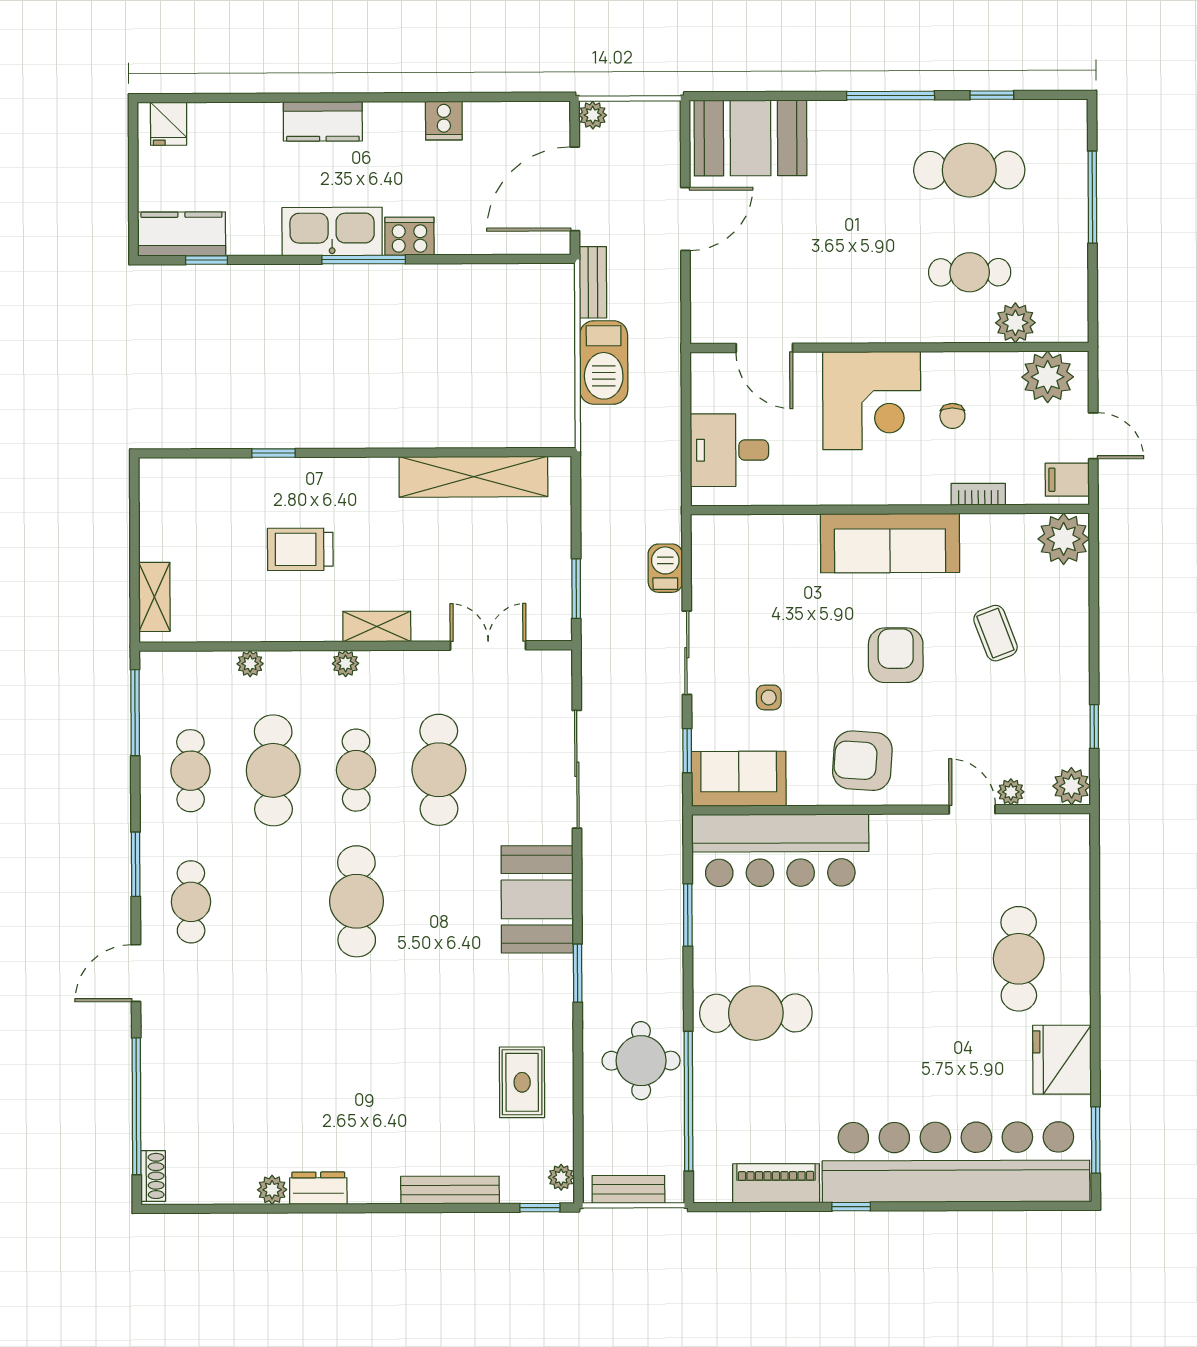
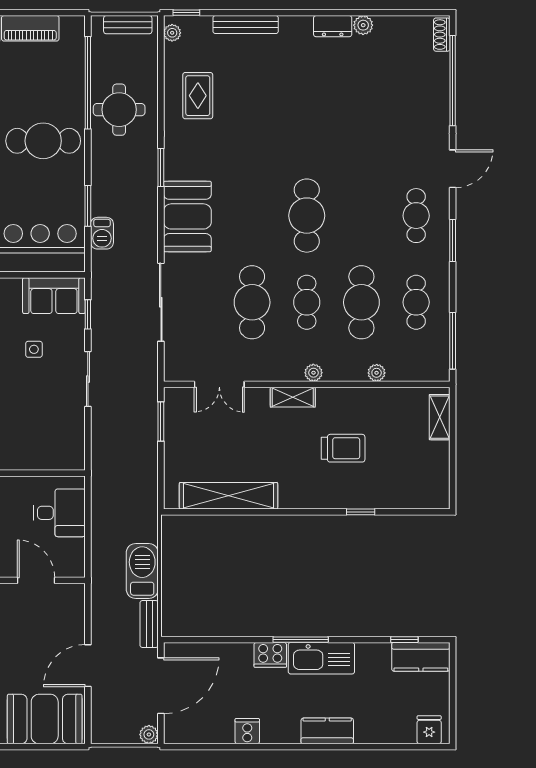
barbecue: (665, 568) -> (102, 233), moved

